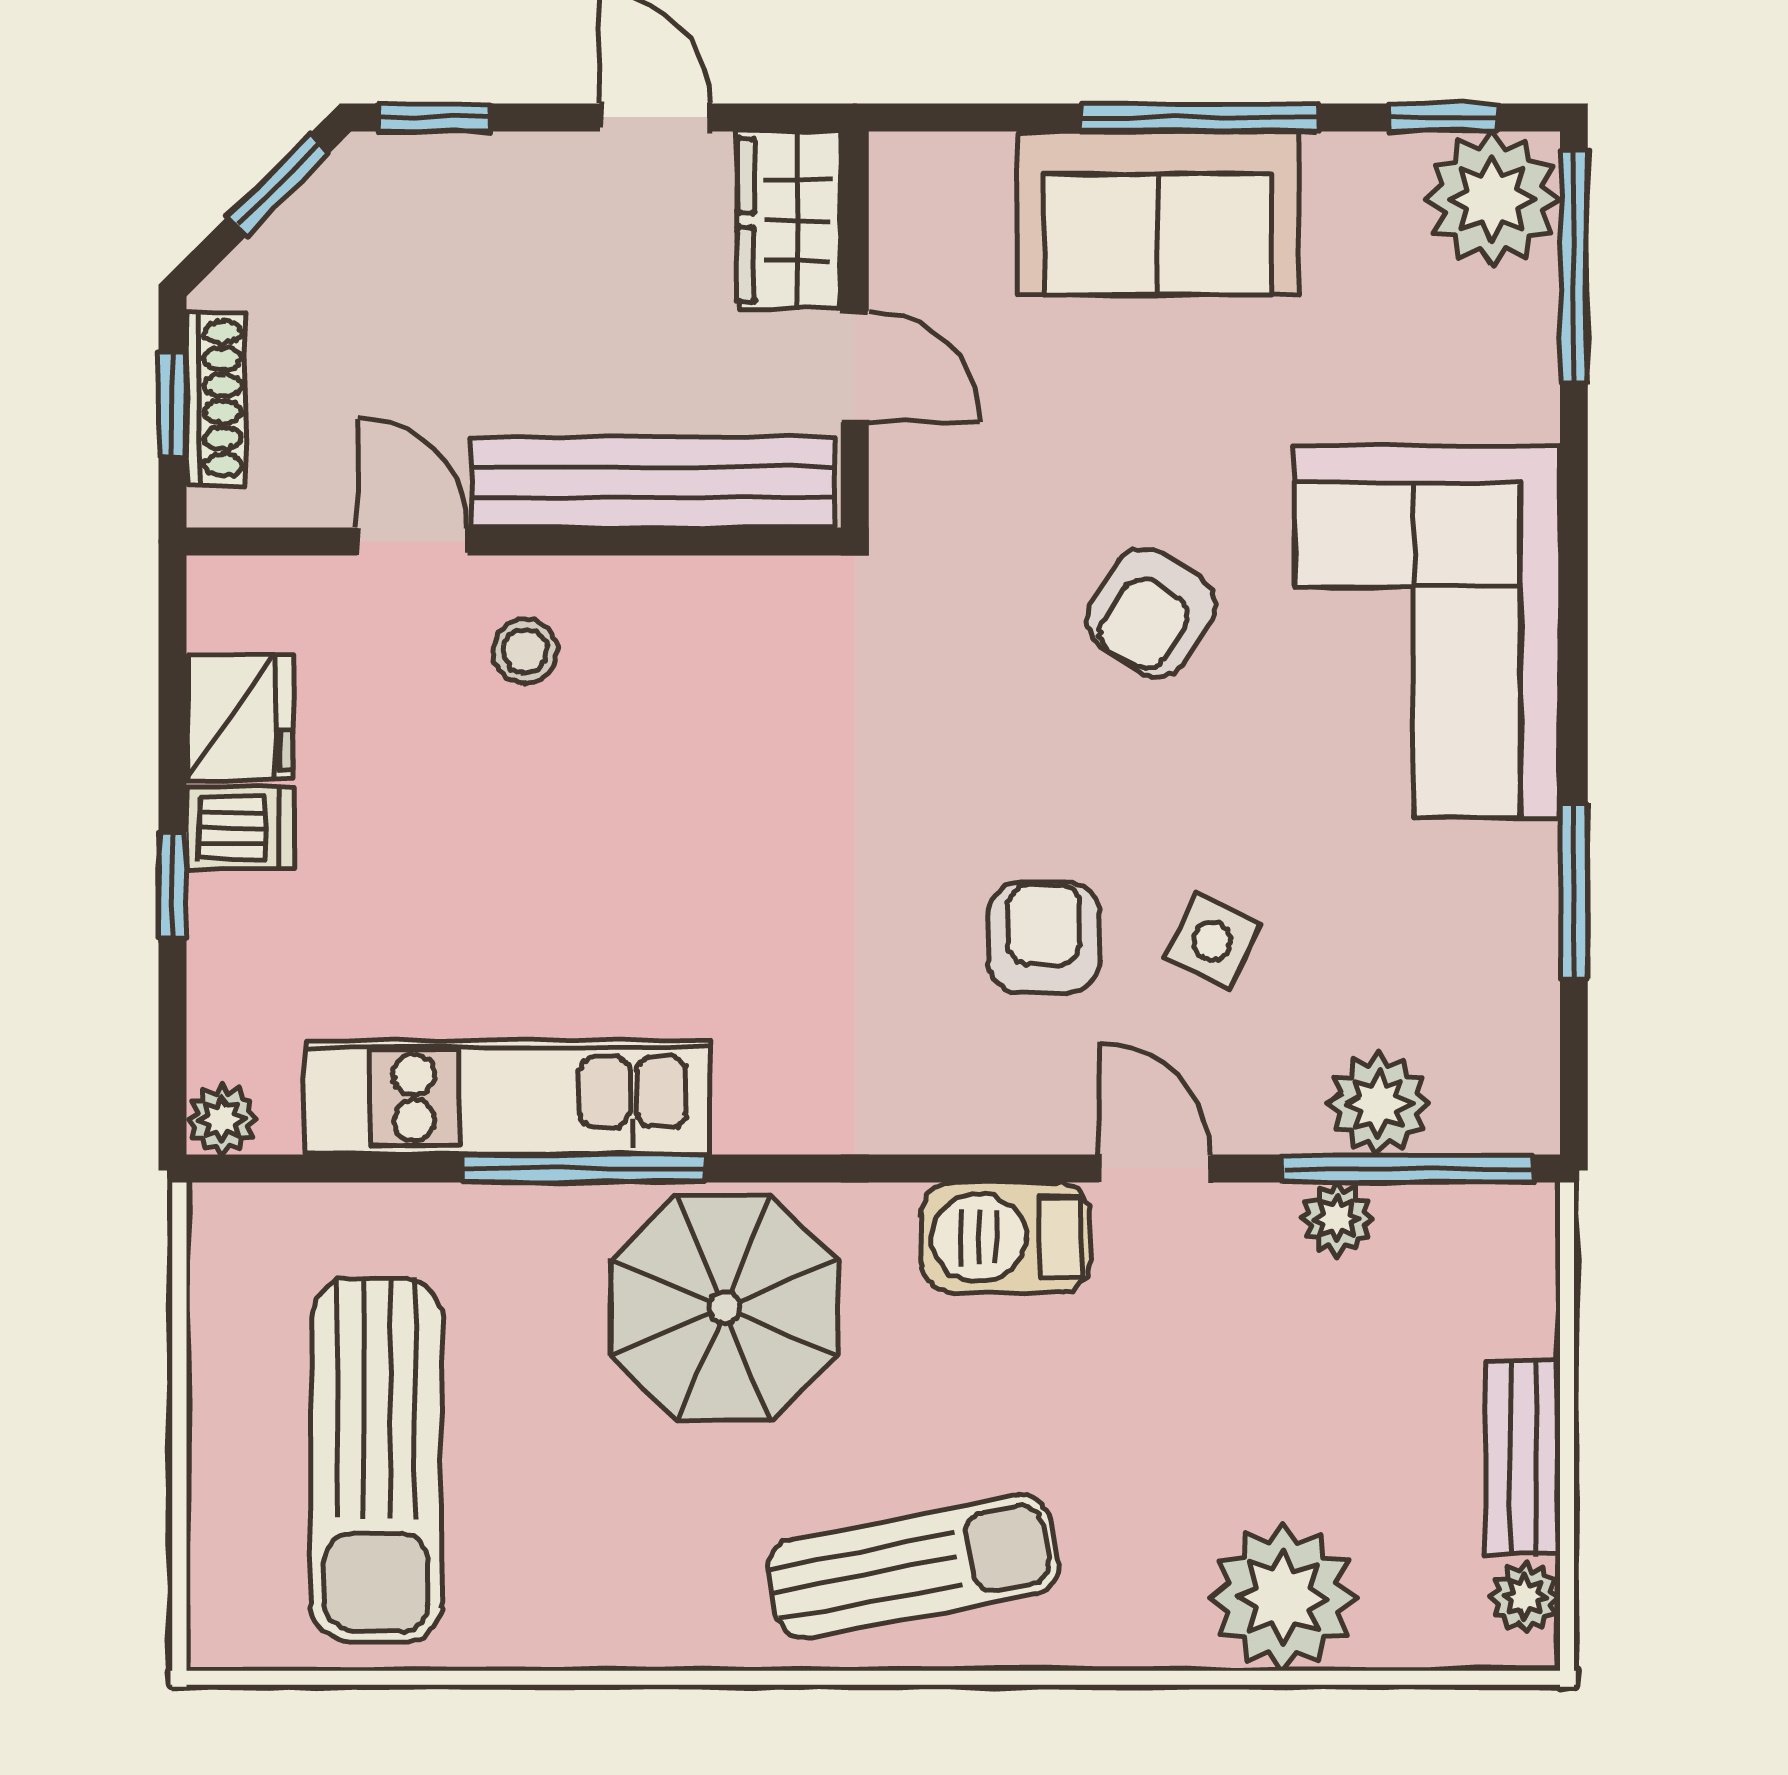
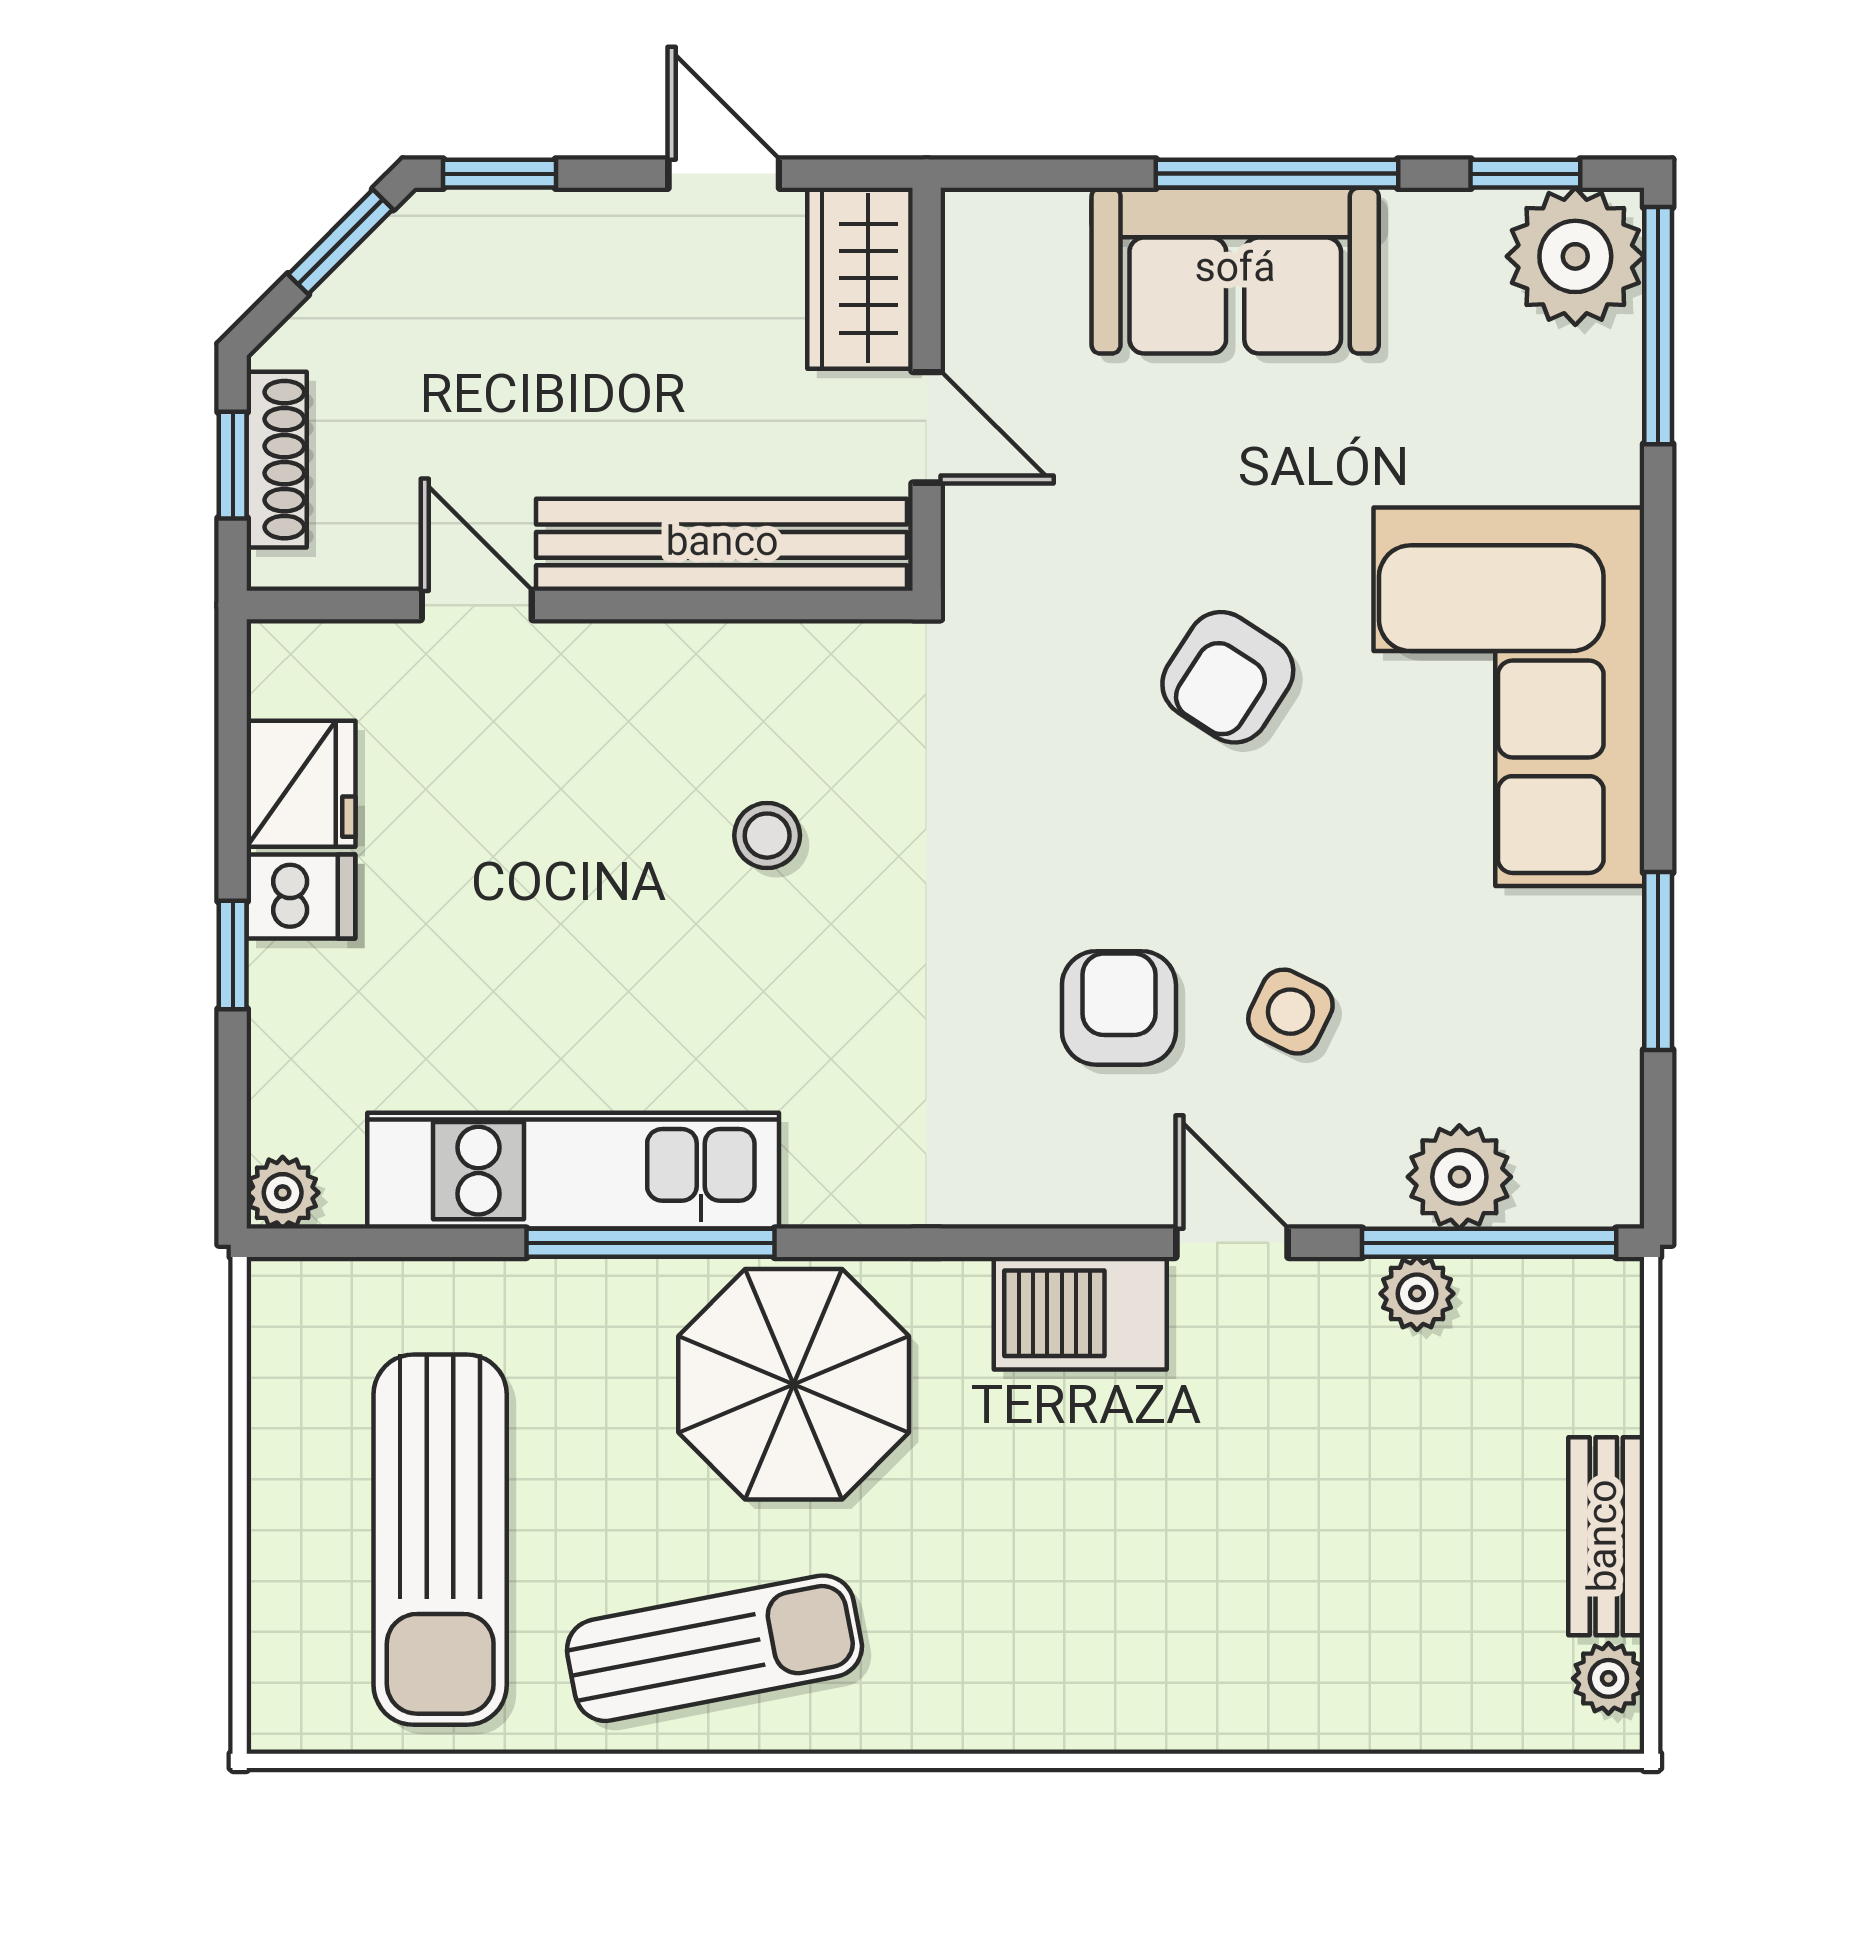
stool: (525, 651) -> (767, 836), moved
sun lounger: (913, 1567) -> (714, 1648), moved
plant: (1283, 1597) -> (1362, 1679), removed

